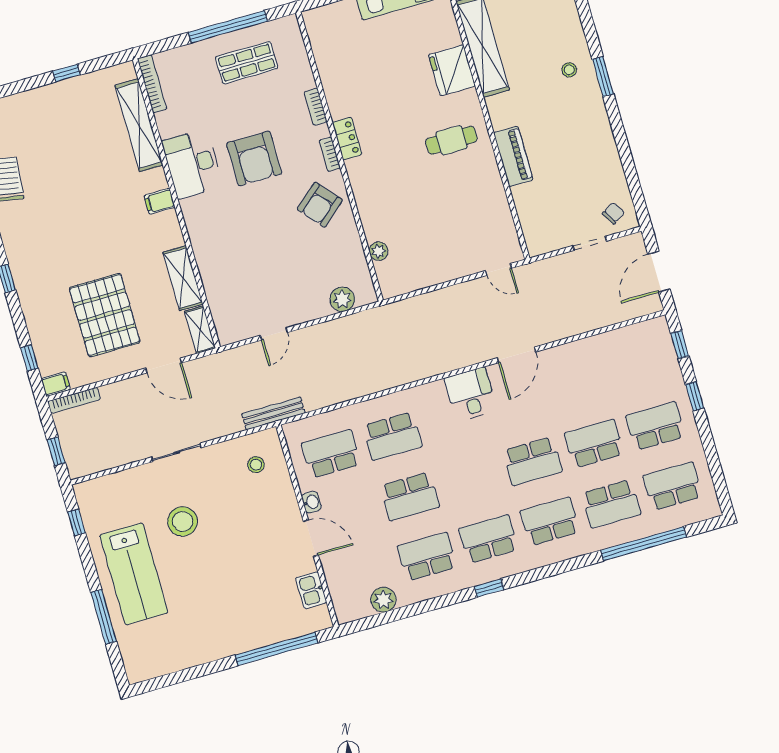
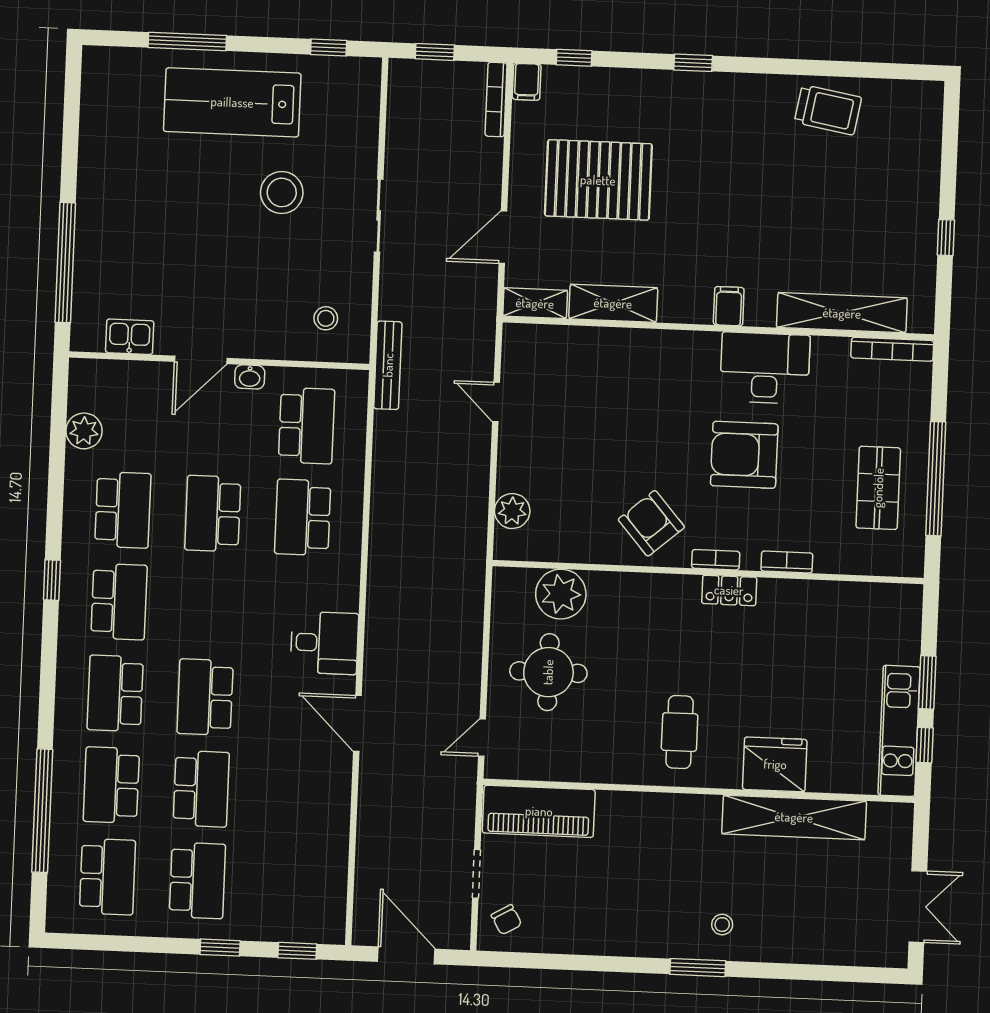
piano: (513, 156) -> (539, 811), moved, width x1.37, depth x1.33
round table: (441, 240) -> (548, 672), added
plant: (379, 251) -> (561, 594), width x1.88, depth x1.88
school desk: (550, 521) -> (115, 693), turned 180

